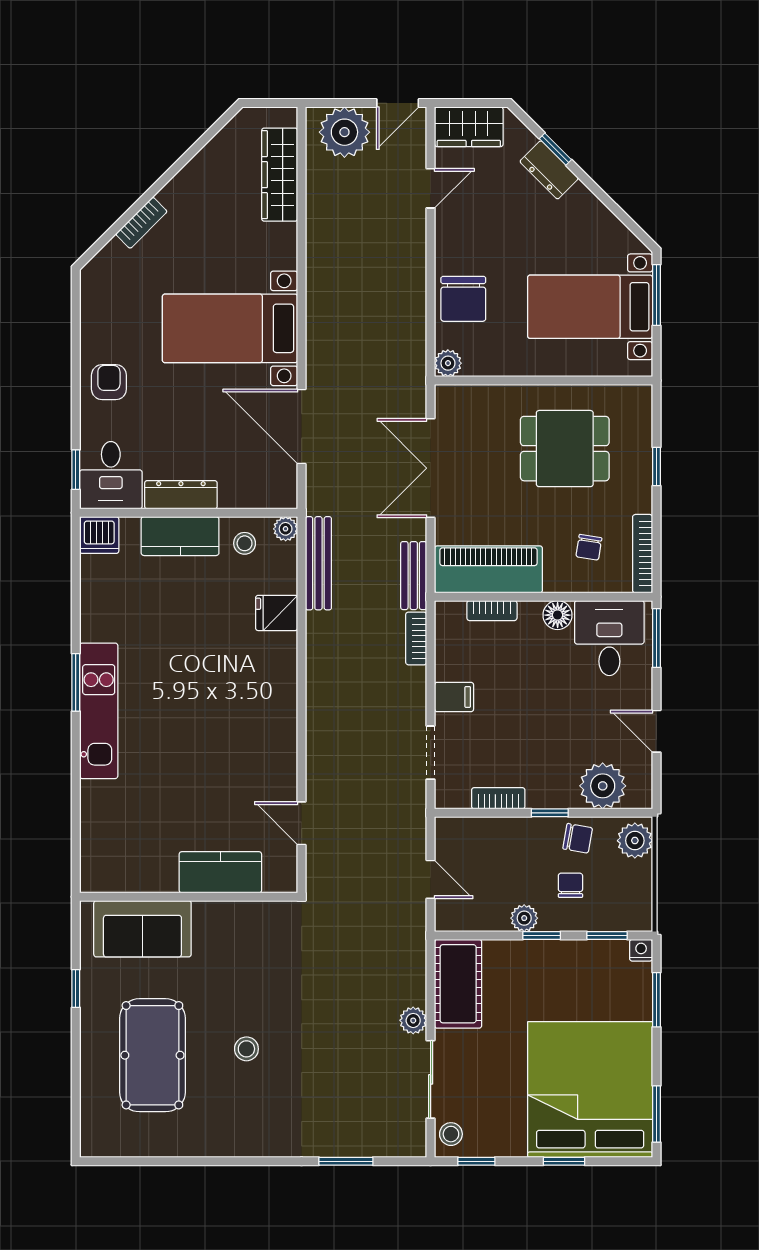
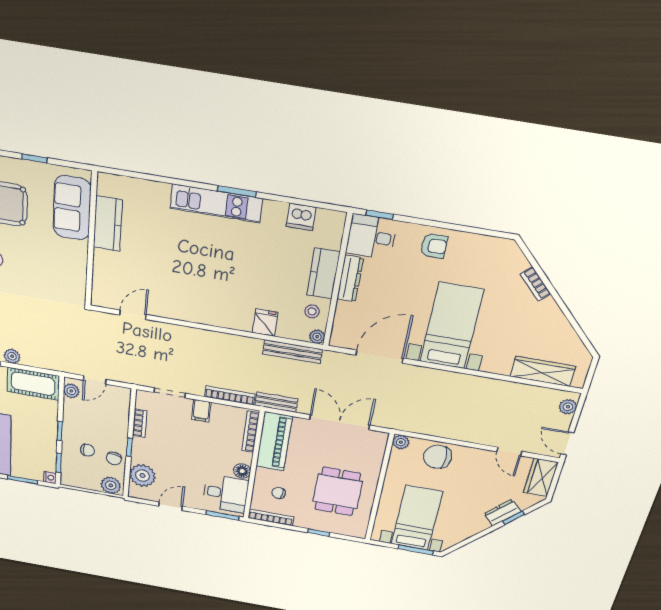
plant: (344, 132) -> (568, 407), width x0.53, depth x0.53
dishwasher: (99, 535) -> (301, 217), moved, turned -90
bookcase: (492, 611) -> (251, 432), width x1.56
bookcase: (416, 638) -> (230, 395), width x1.56
kitchen counter: (220, 872) -> (108, 224), moved
plant: (524, 918) -> (71, 391), moved

